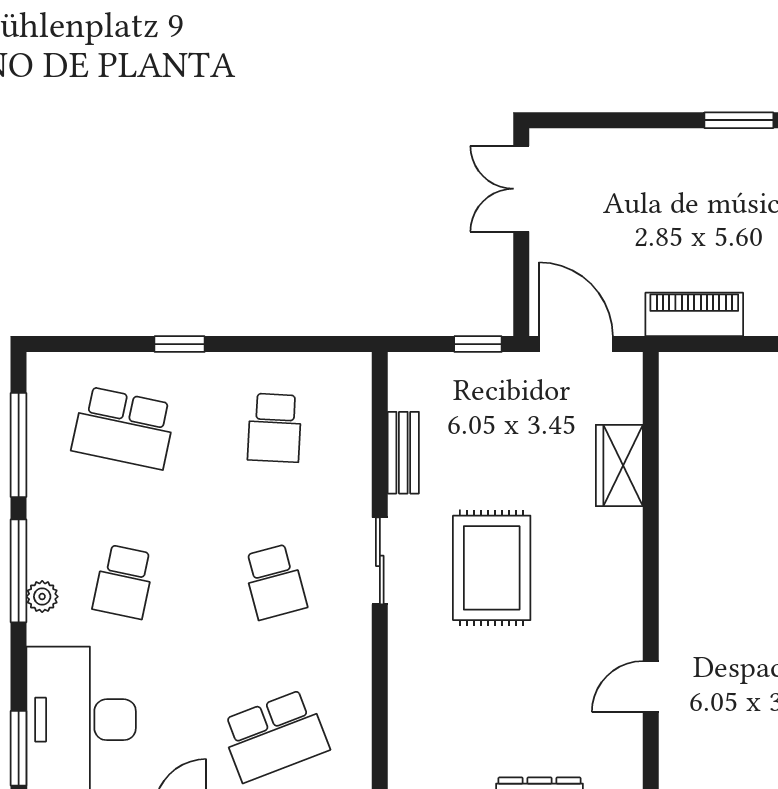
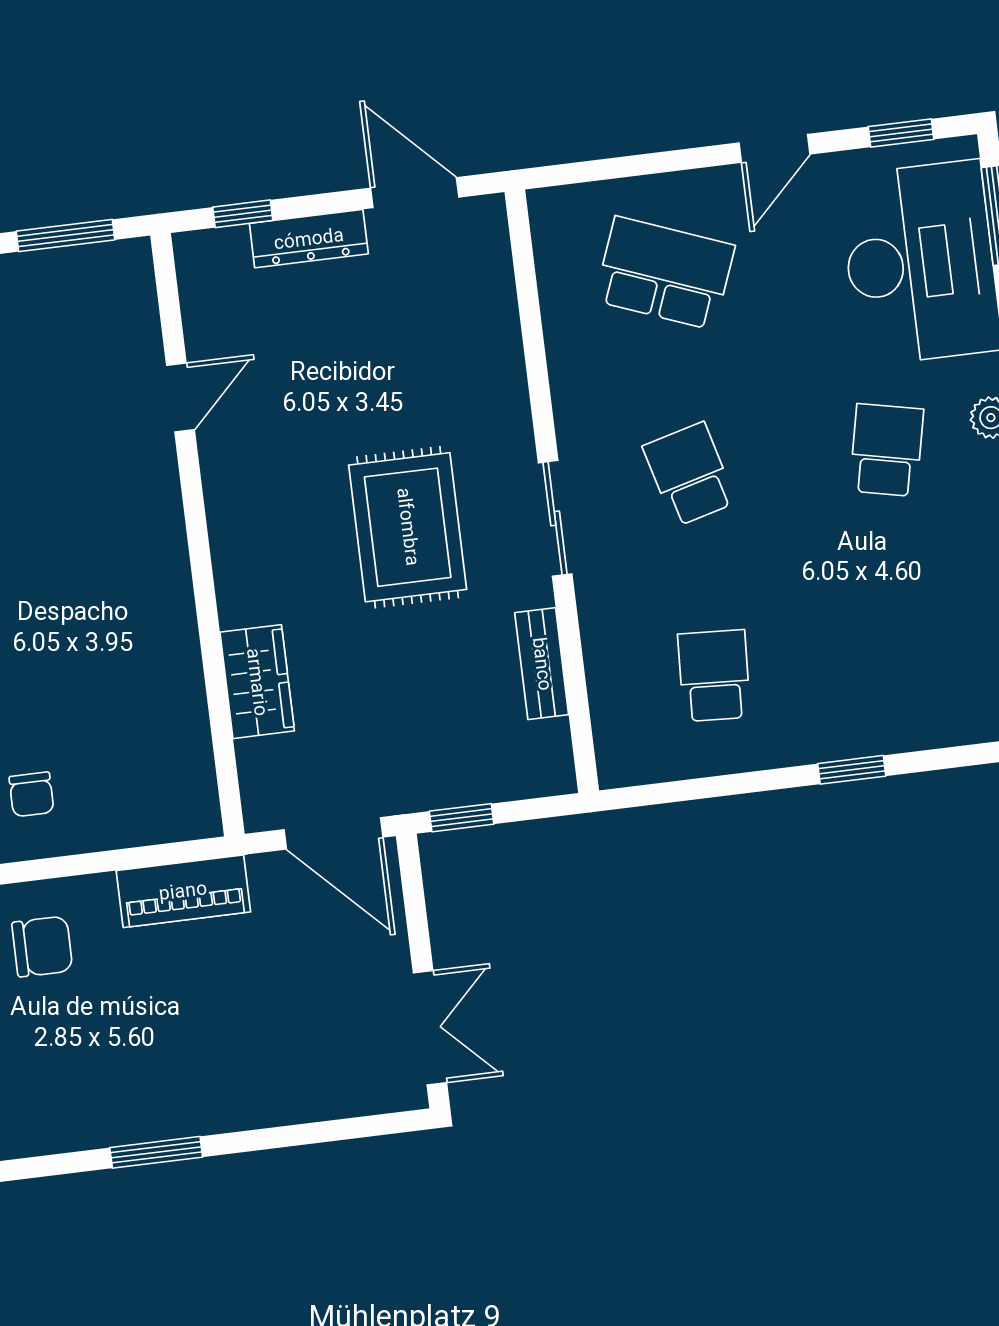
school desk: (124, 428) -> (911, 651), removed
school desk: (275, 736) -> (665, 273), turned 42

